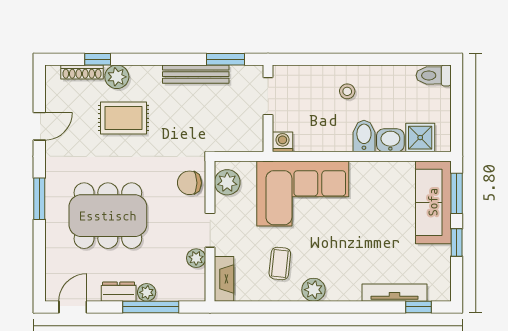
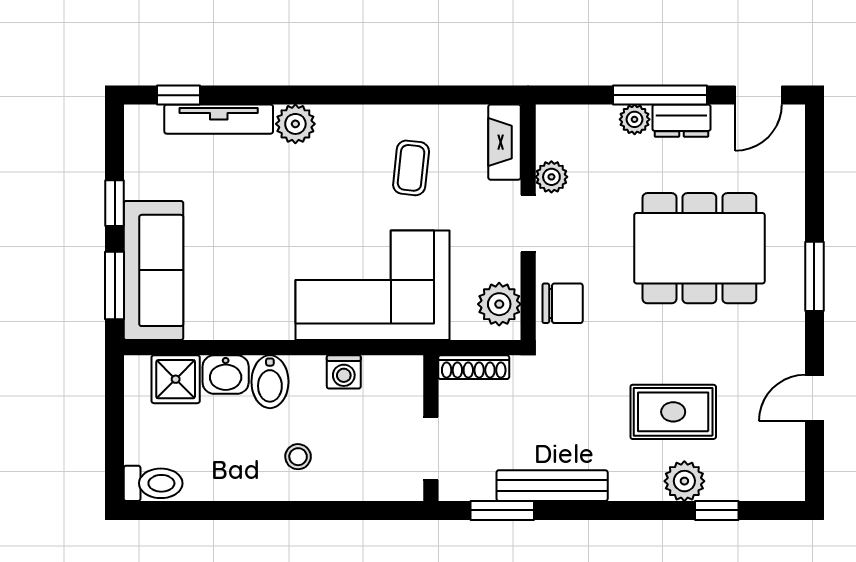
shoe rack: (82, 72) -> (474, 367), moved, turned 180
washing machine: (283, 142) -> (344, 372), moved
plant: (314, 290) -> (295, 124), moved
window: (151, 307) -> (660, 95), moved

